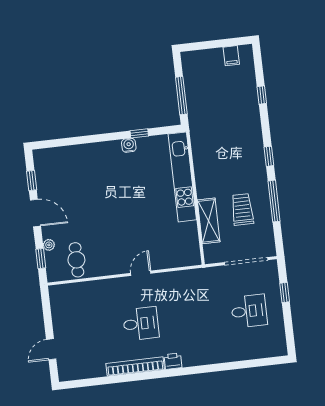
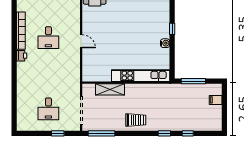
filing cabinet: (231, 56) -> (216, 100), moved
window: (139, 133) -> (172, 29), moved
window: (269, 156) -> (164, 133), moved
window: (274, 201) -> (102, 133), moved
trolley: (242, 209) -> (136, 120), moved

